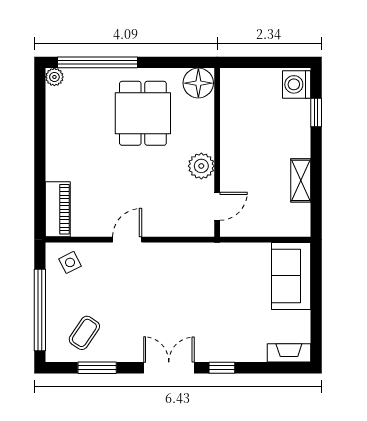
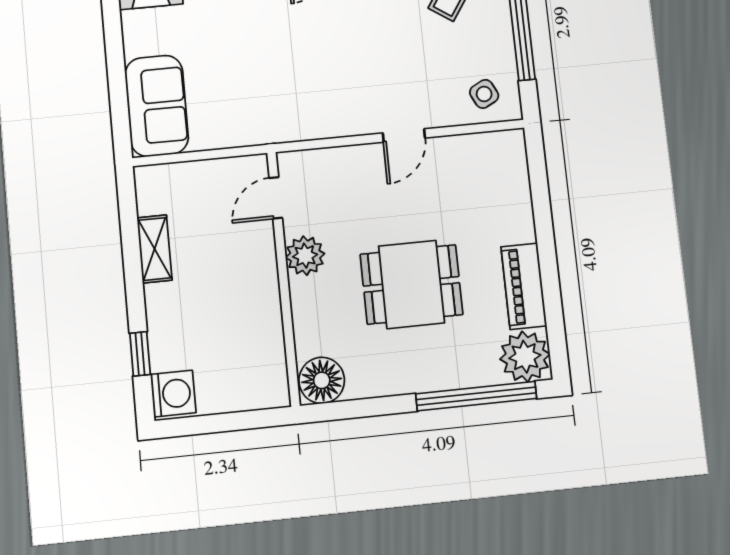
plant: (54, 77) -> (525, 357), width x1.88, depth x1.88
dining table: (143, 113) -> (411, 284), moved, turned 90
piano: (58, 209) -> (524, 286), moved

